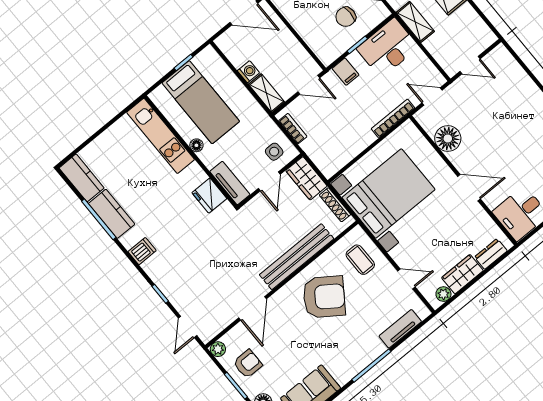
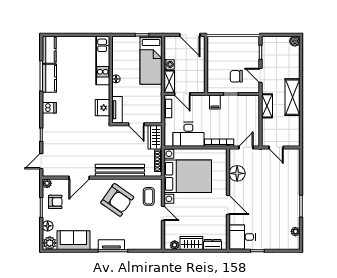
desk: (388, 48) -> (188, 134), moved, turned 180
door: (309, 85) -> (182, 94), moved
door: (432, 96) -> (246, 147), hinge flipped
bed: (201, 102) -> (151, 60), moved
side table: (274, 152) -> (150, 112), removed
door: (269, 181) -> (136, 124), hinge flipped
door: (406, 279) -> (163, 213), moved
tv unit: (400, 329) -> (111, 245), moved

